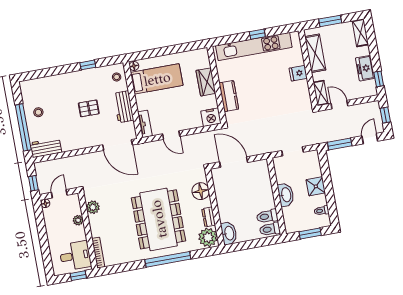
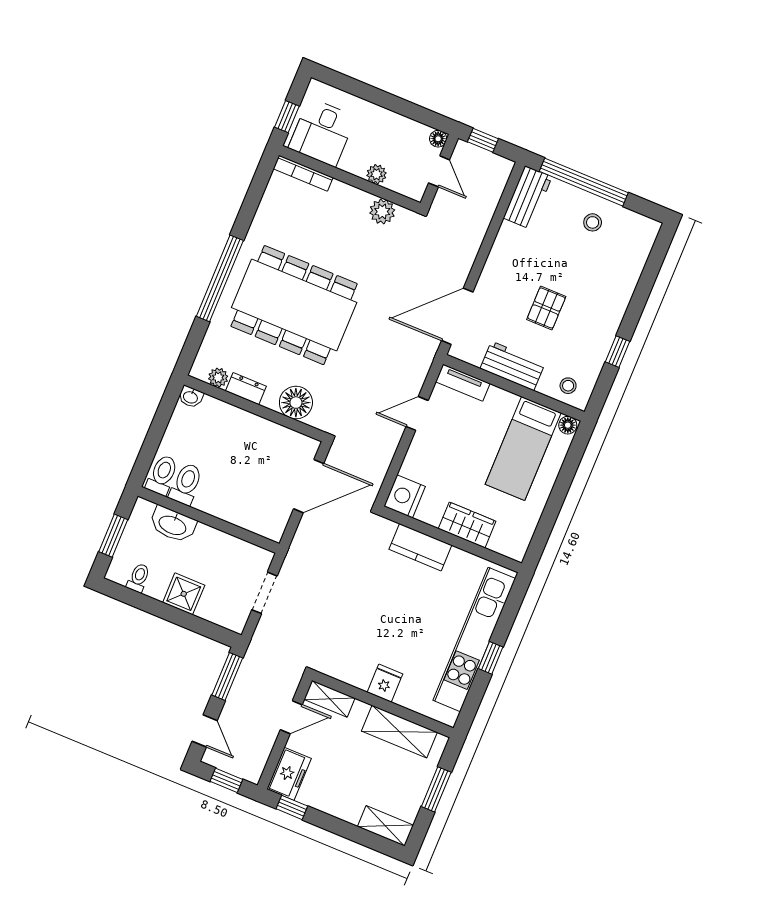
freezer: (365, 68) -> (289, 774), moved, turned 90
washbasin: (286, 195) -> (173, 525), moved
washbasin: (229, 233) -> (191, 397), width x0.52, depth x0.69
plant: (208, 237) -> (218, 378), width x0.53, depth x0.53

